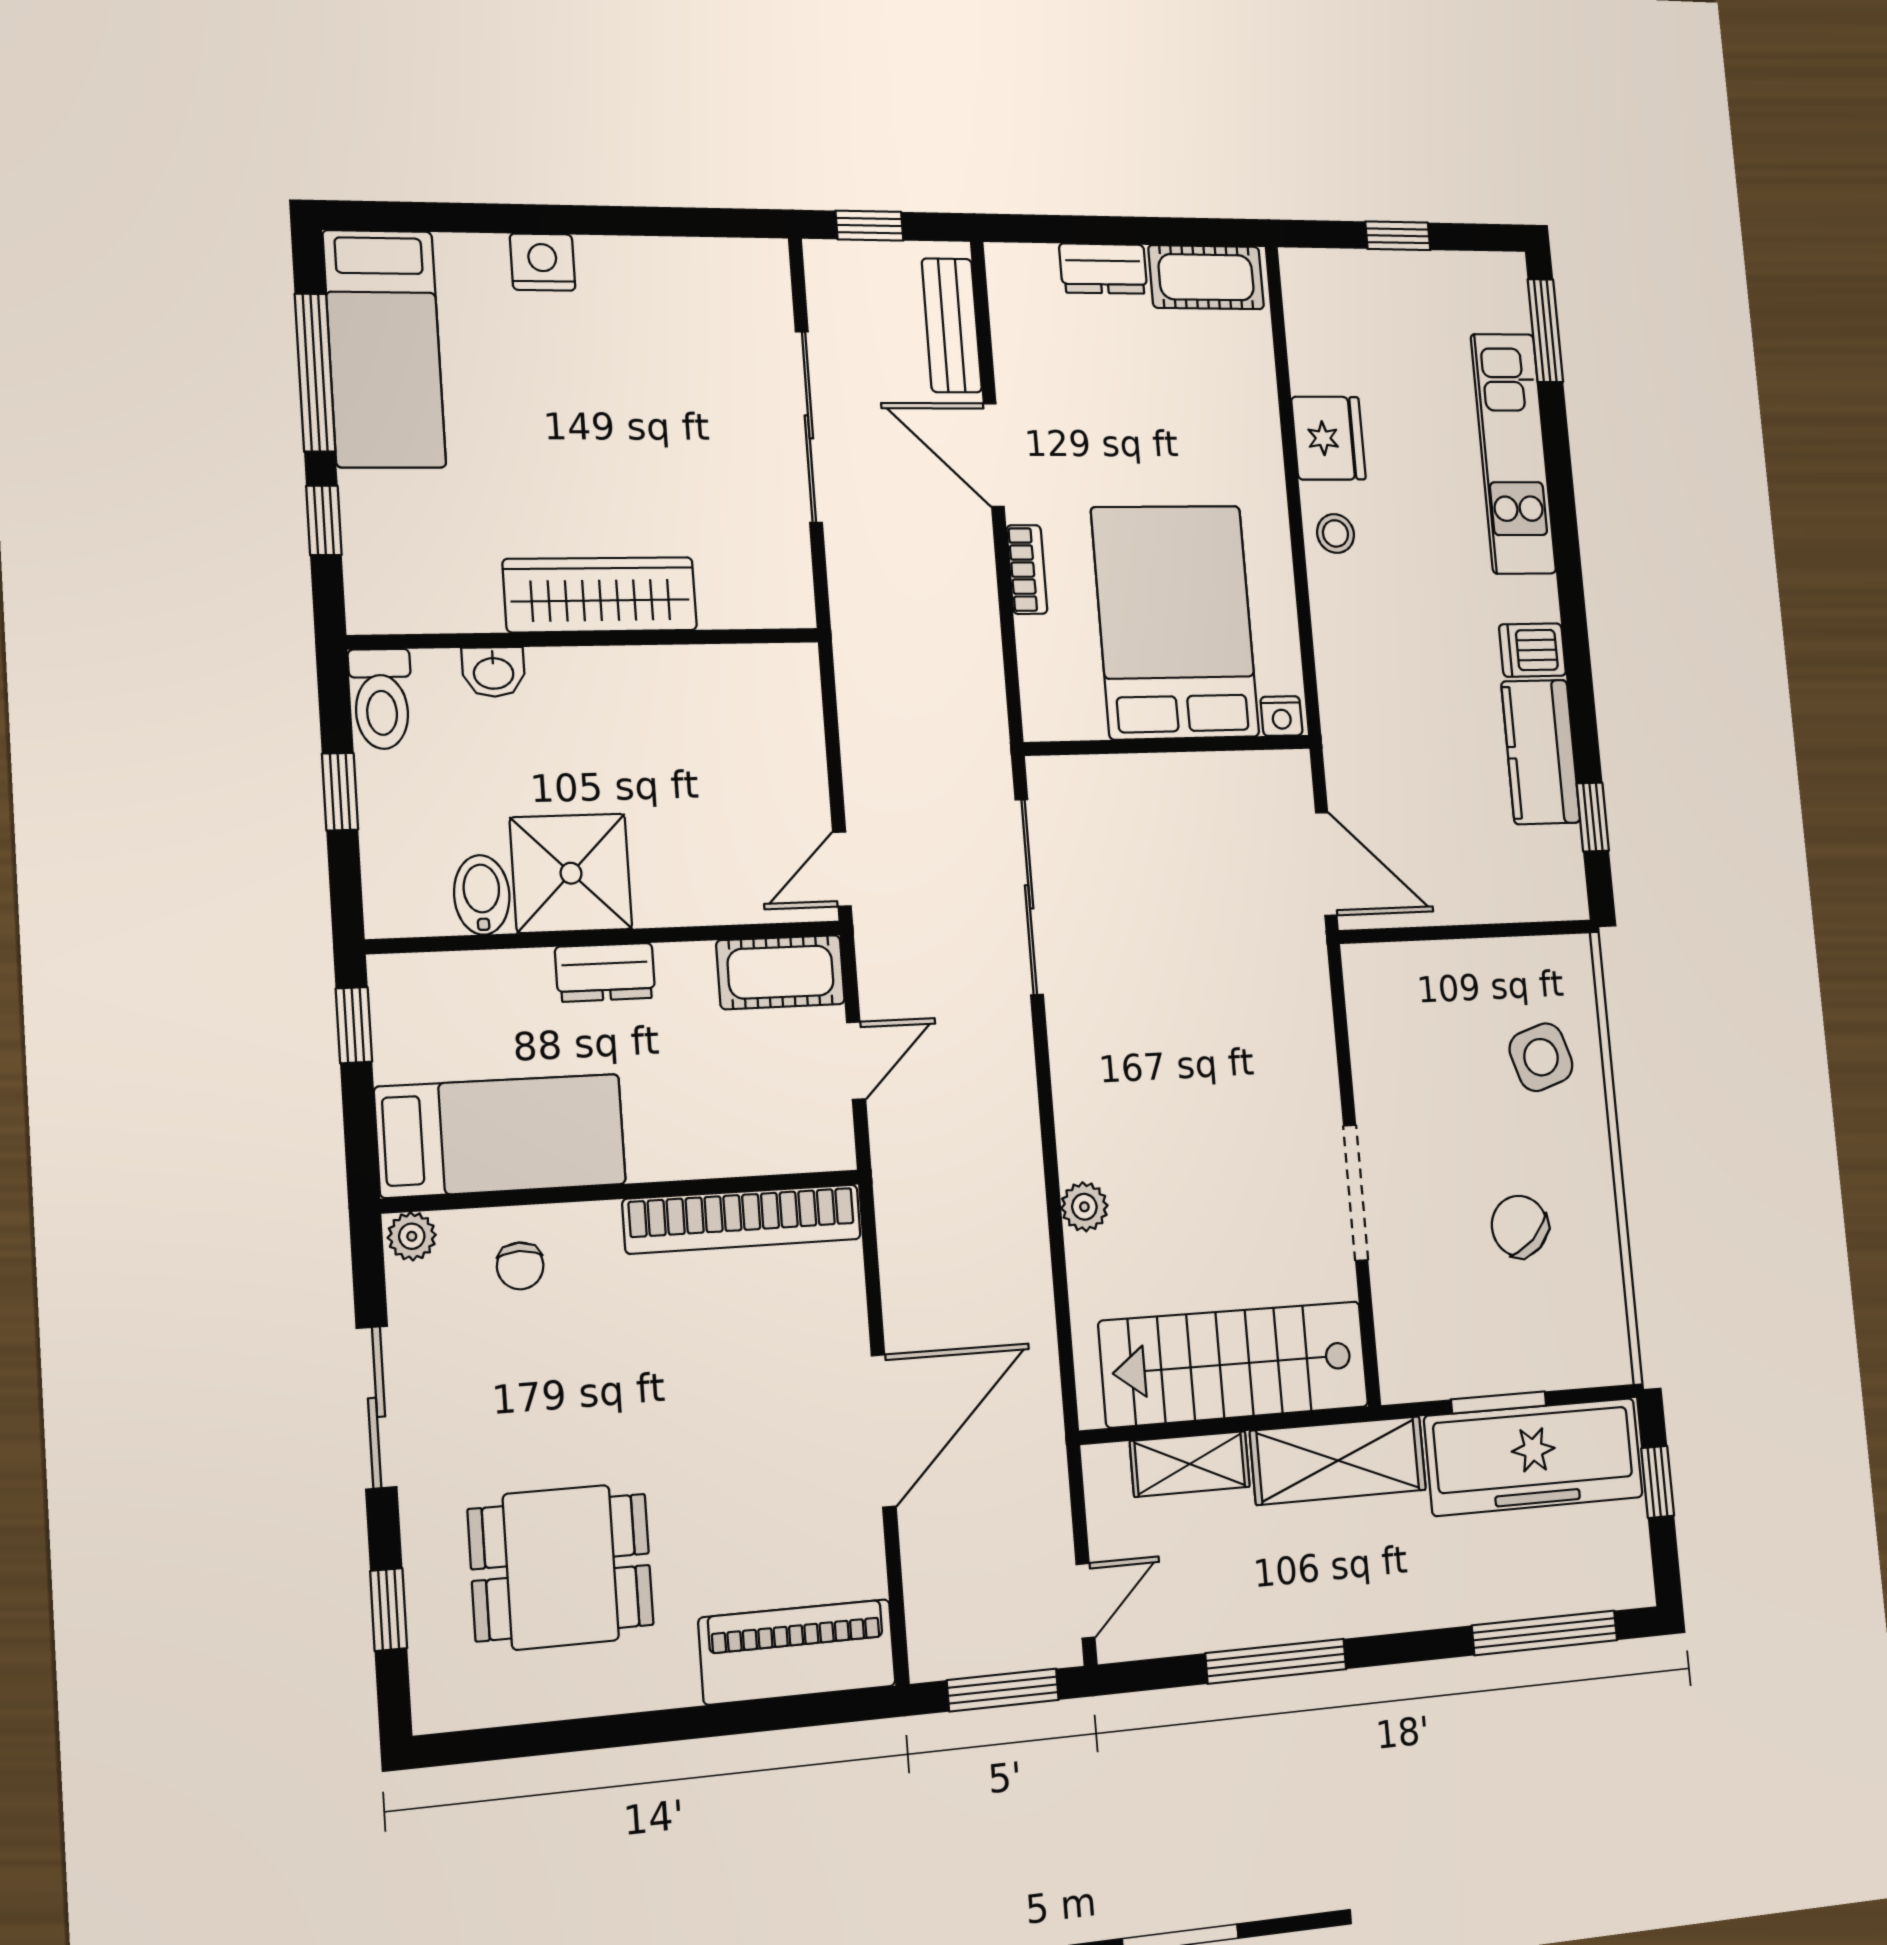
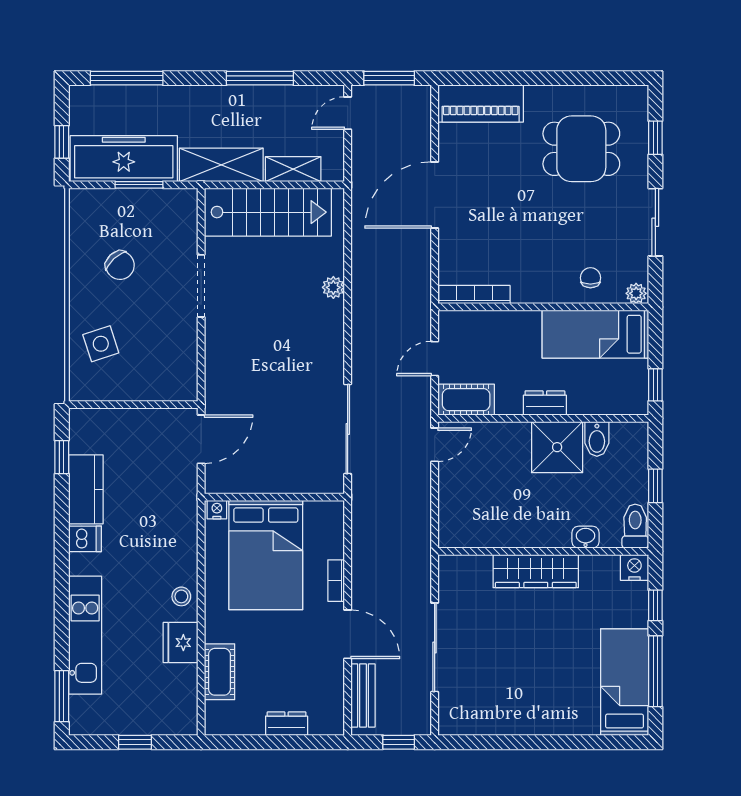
nightstand: (543, 262) -> (634, 568), moved, turned 180
cot: (1206, 277) -> (219, 672), moved, turned 90
door: (1326, 864) -> (201, 439), swing flipped
bookcase: (742, 1219) -> (474, 295), width x0.68, depth x0.76

